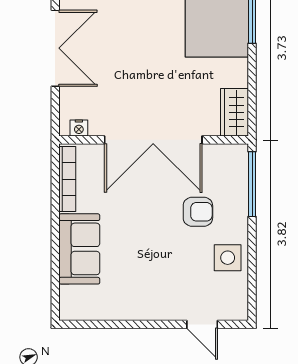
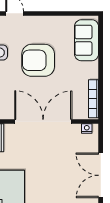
armchair: (198, 212) -> (38, 60), moved, width x1.88, depth x1.88
sofa: (79, 249) -> (87, 40), moved

